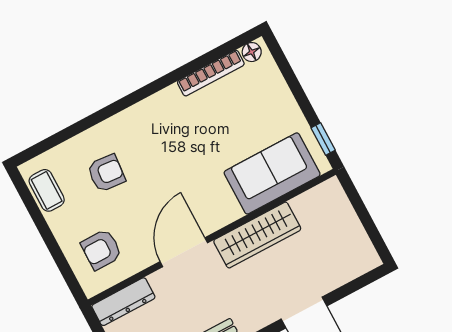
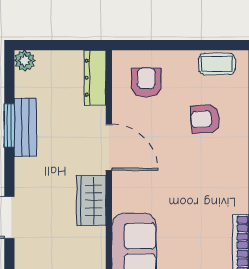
armchair: (106, 173) -> (205, 119), turned 81
wardrobe: (257, 235) -> (91, 201), width x0.67

